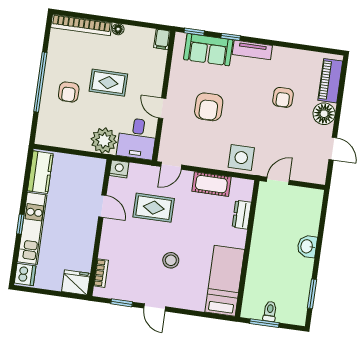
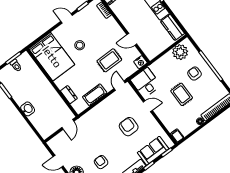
rug: (108, 83) -> (182, 94), turned 90
plant: (104, 140) -> (180, 52), moved
side table: (241, 158) -> (93, 119), removed
bed: (225, 281) -> (52, 57), width x1.50

